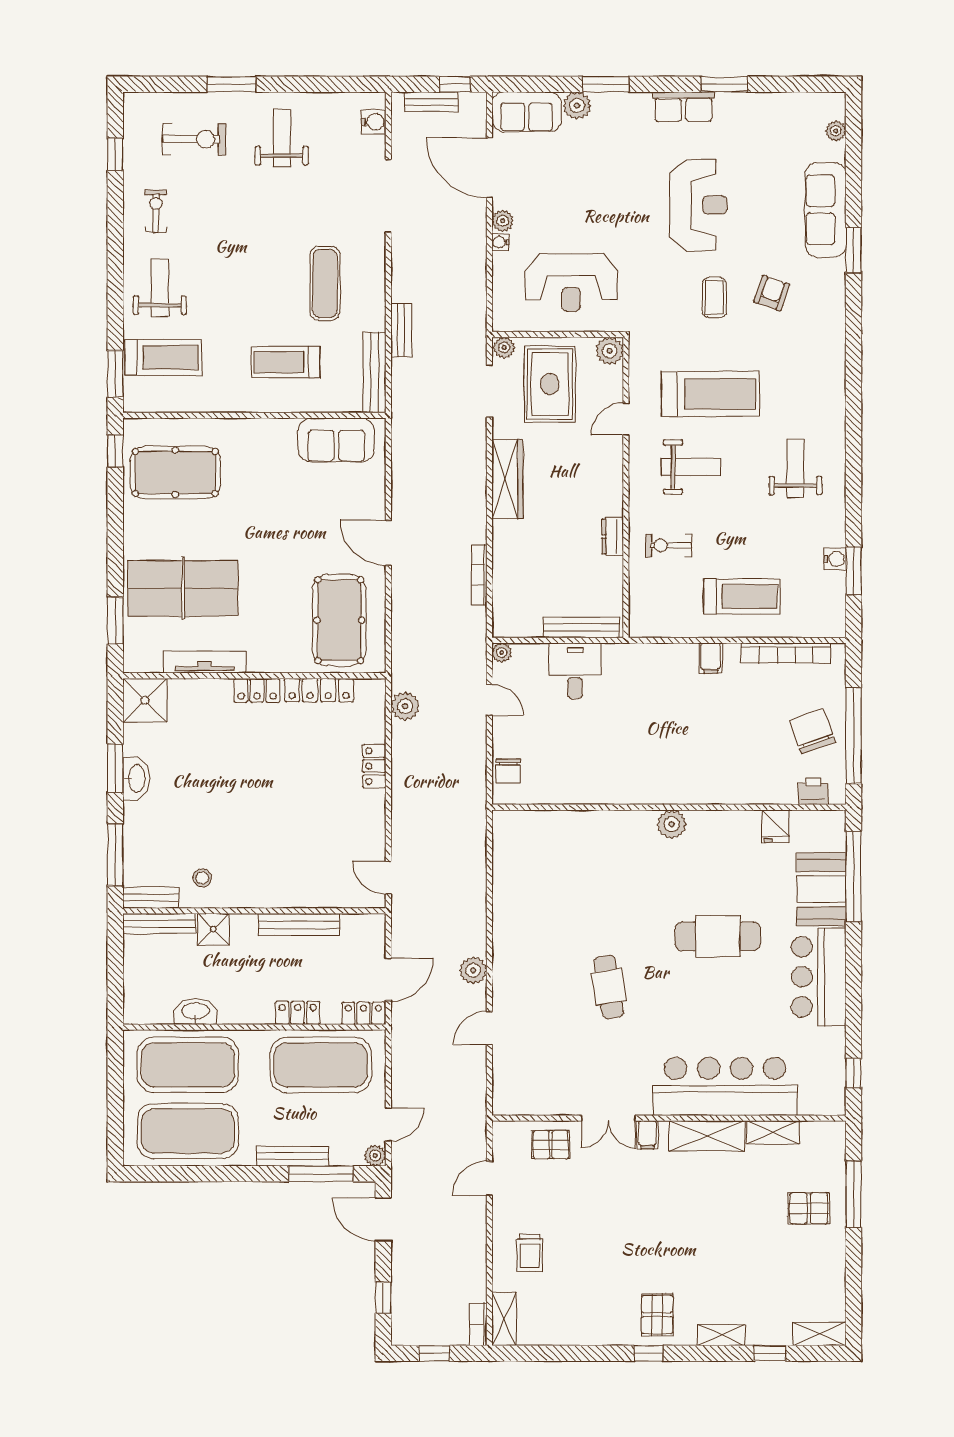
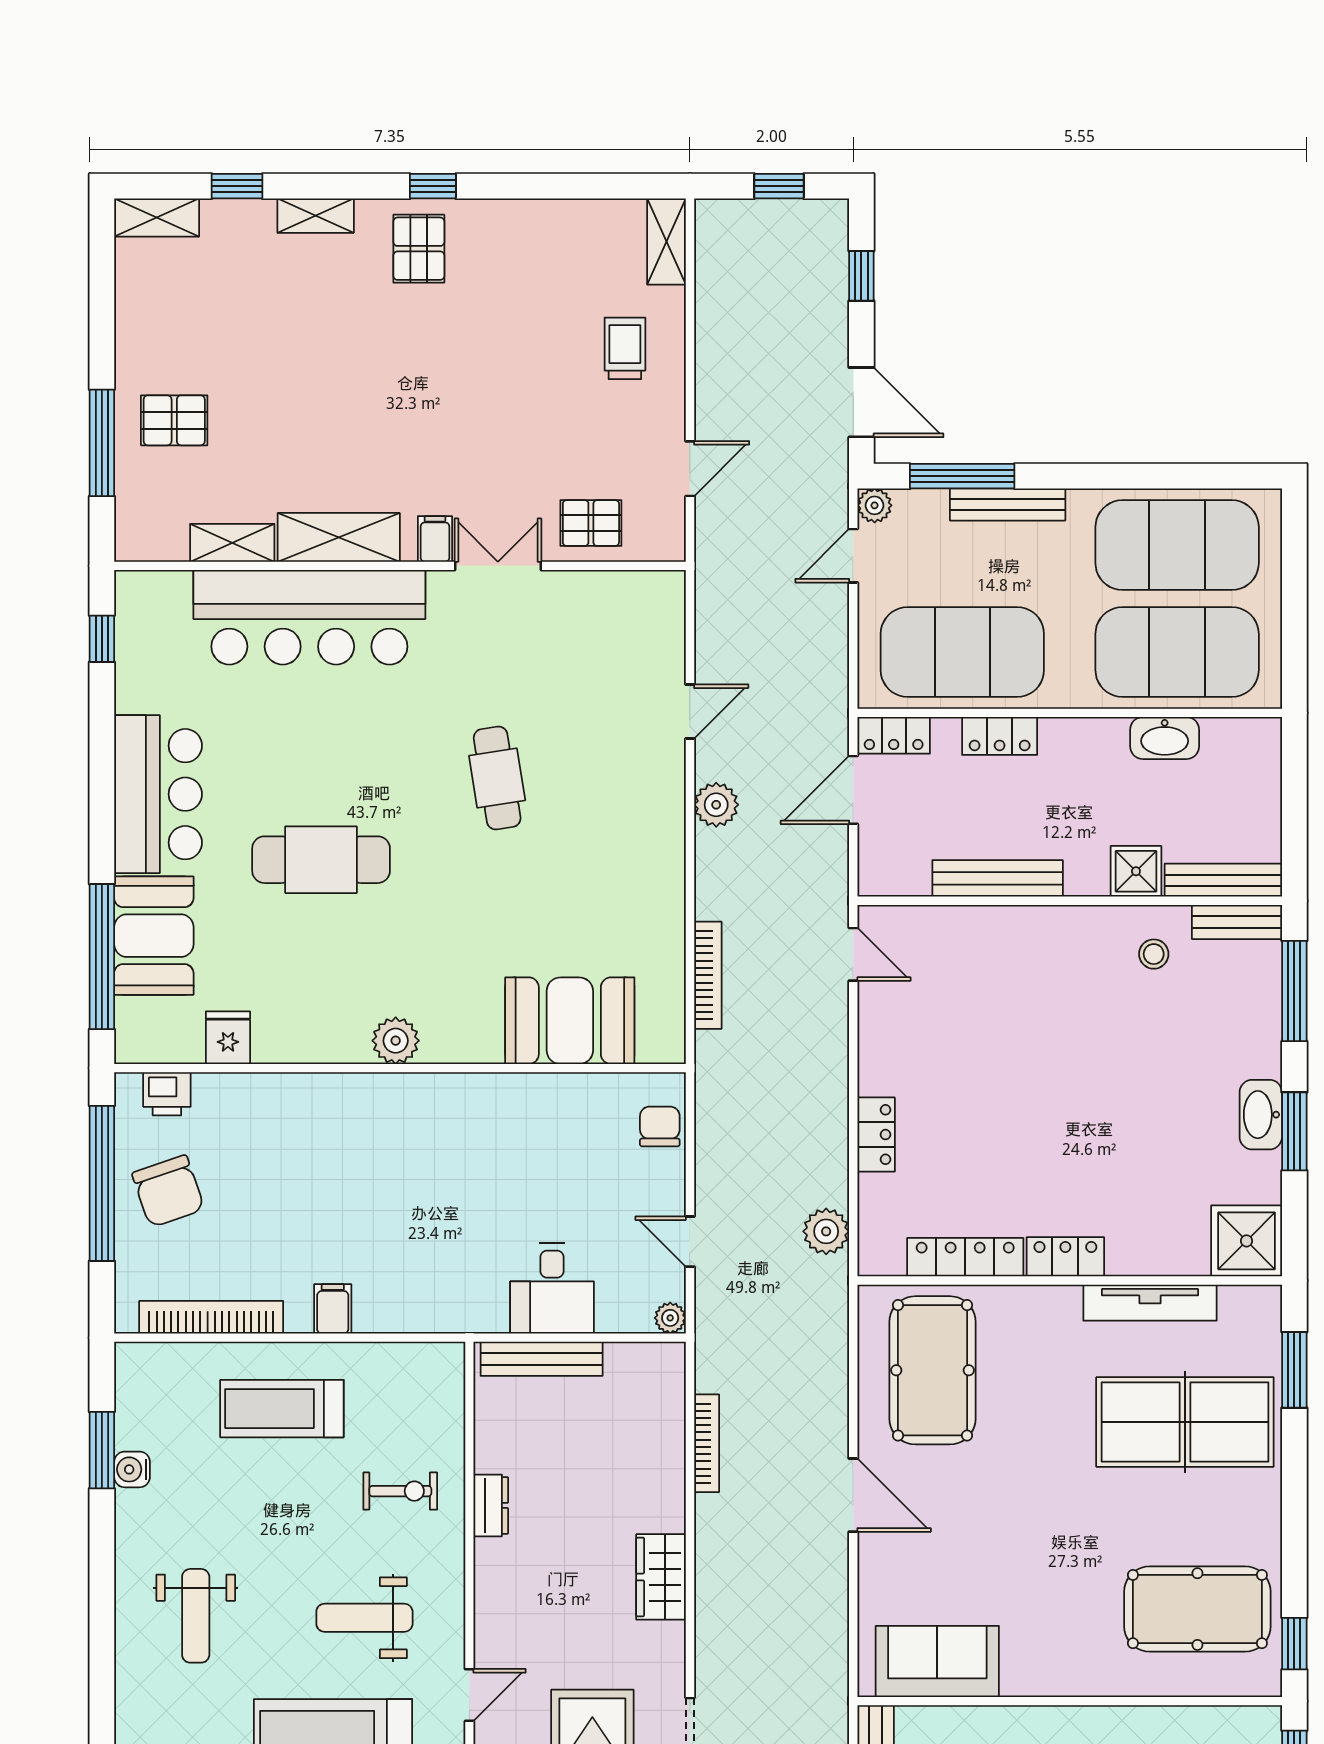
wardrobe: (507, 479) -> (661, 1577), width x0.67
booth: (564, 837) -> (570, 1021), added
bookcase: (478, 1324) -> (708, 975), moved, width x1.56

